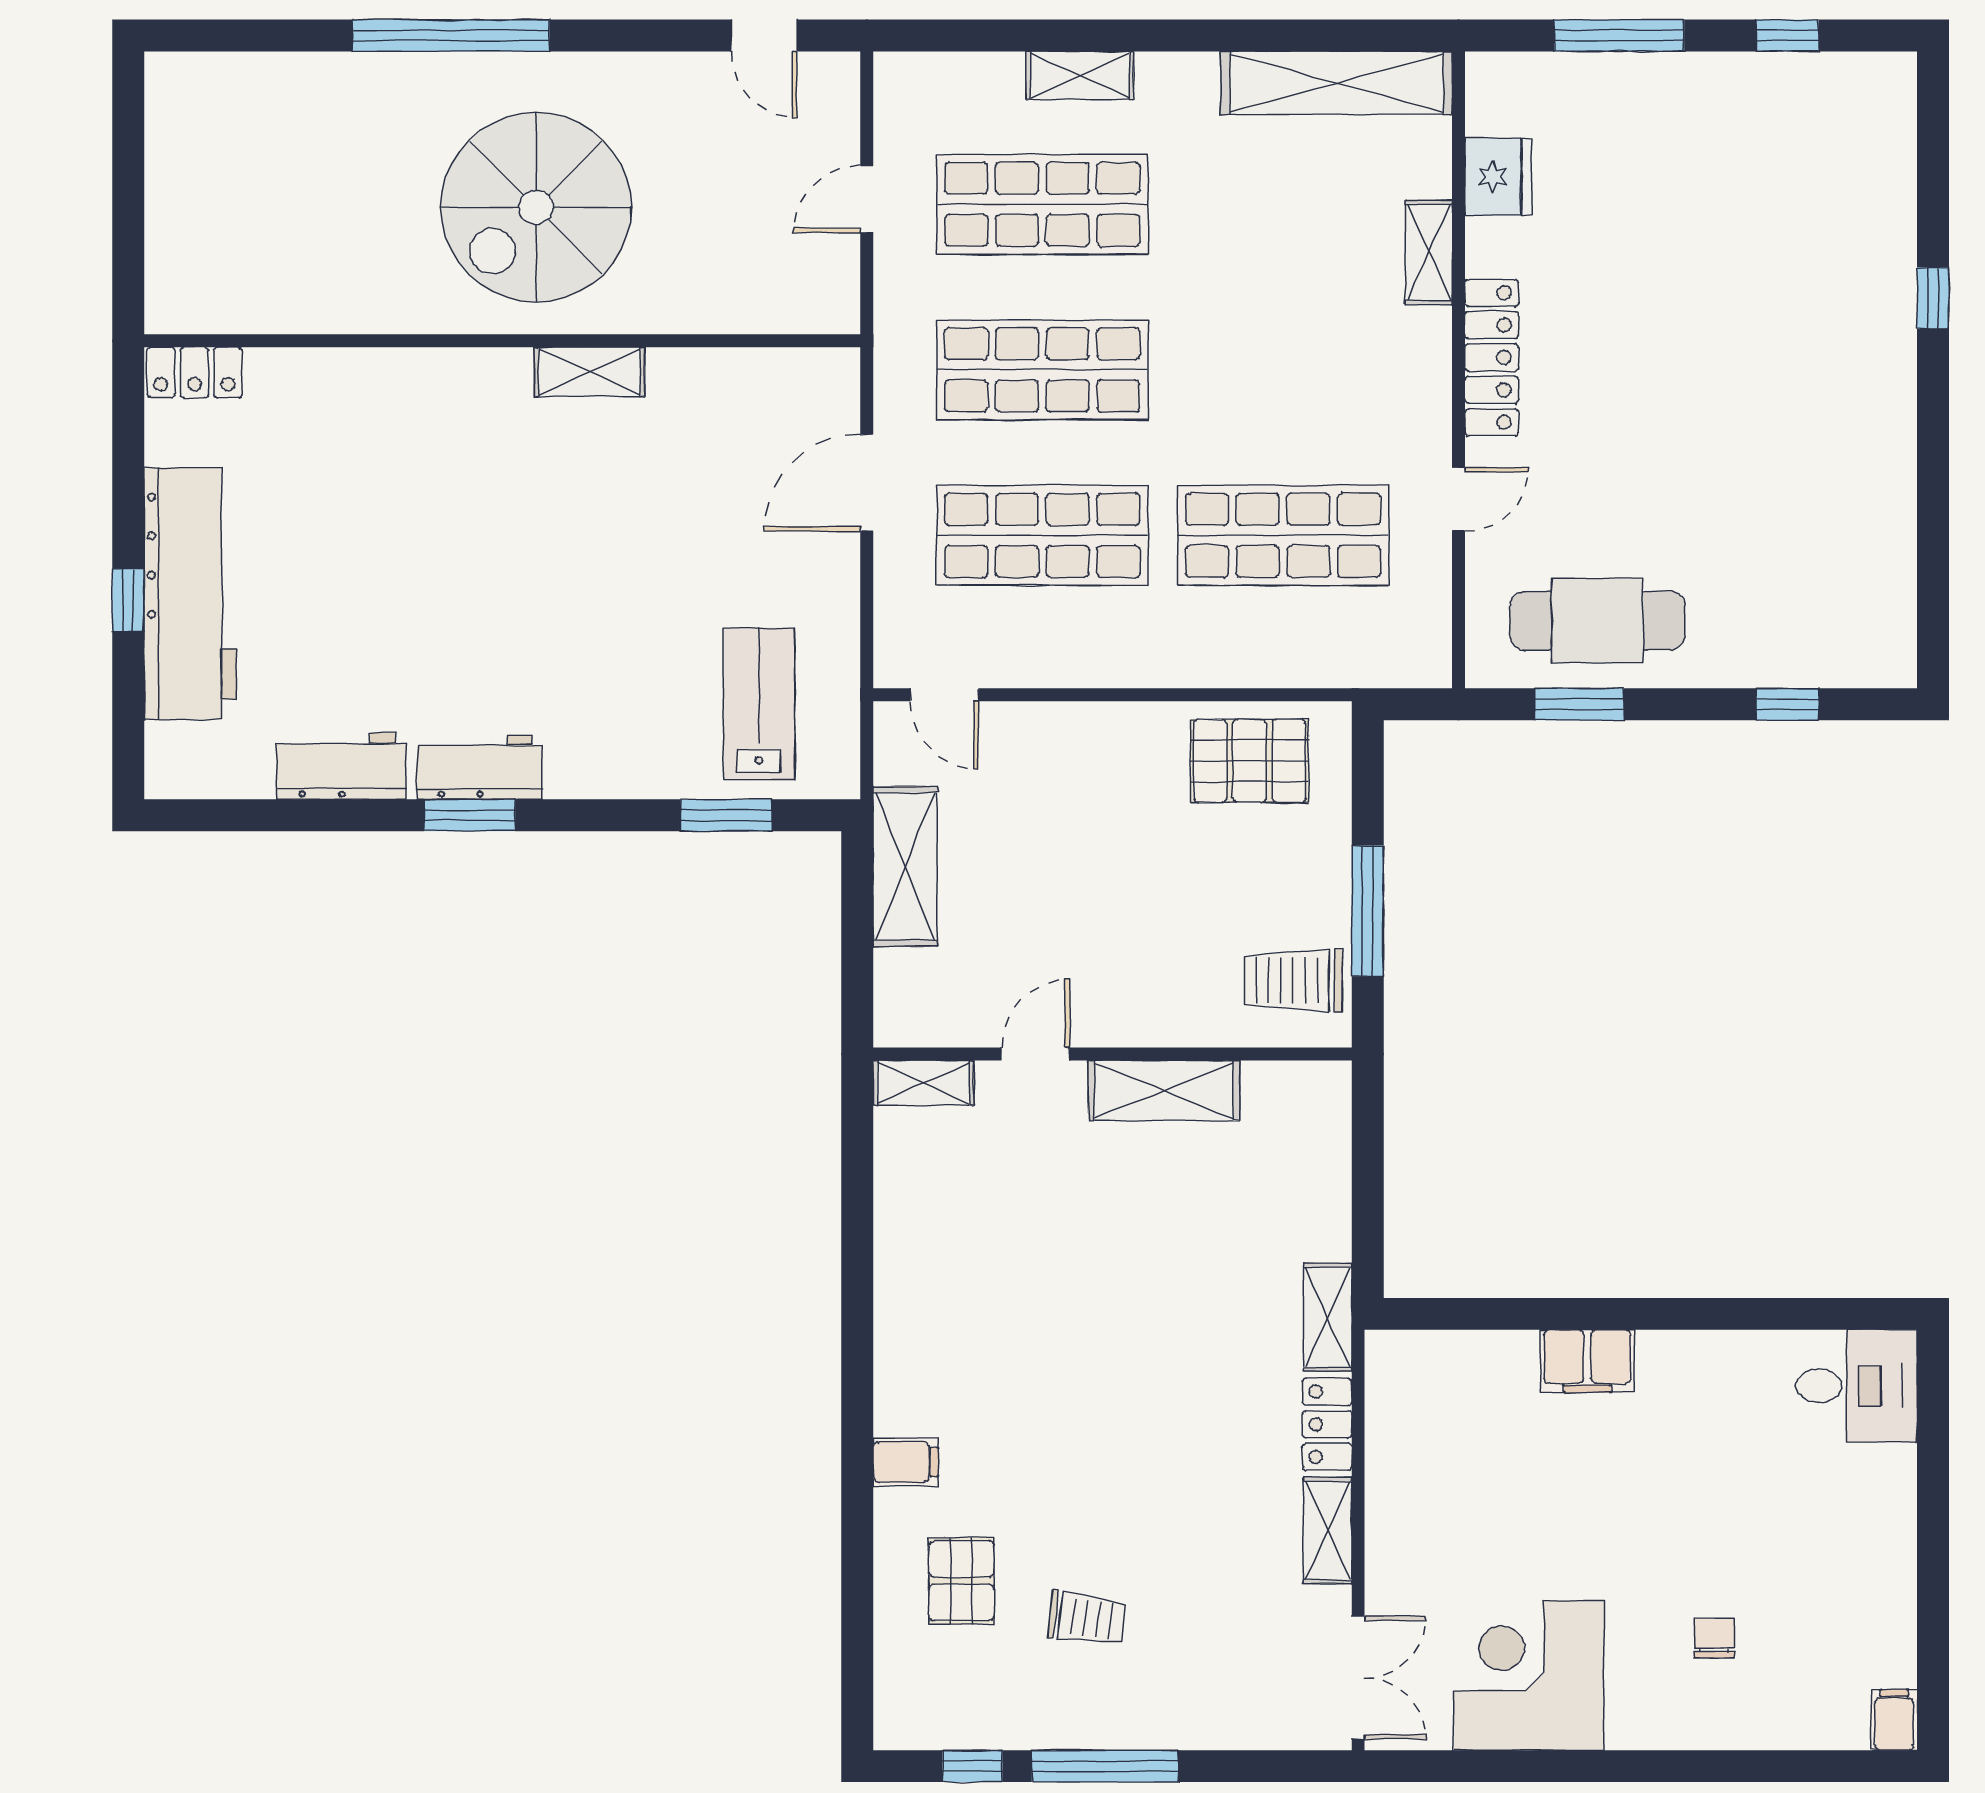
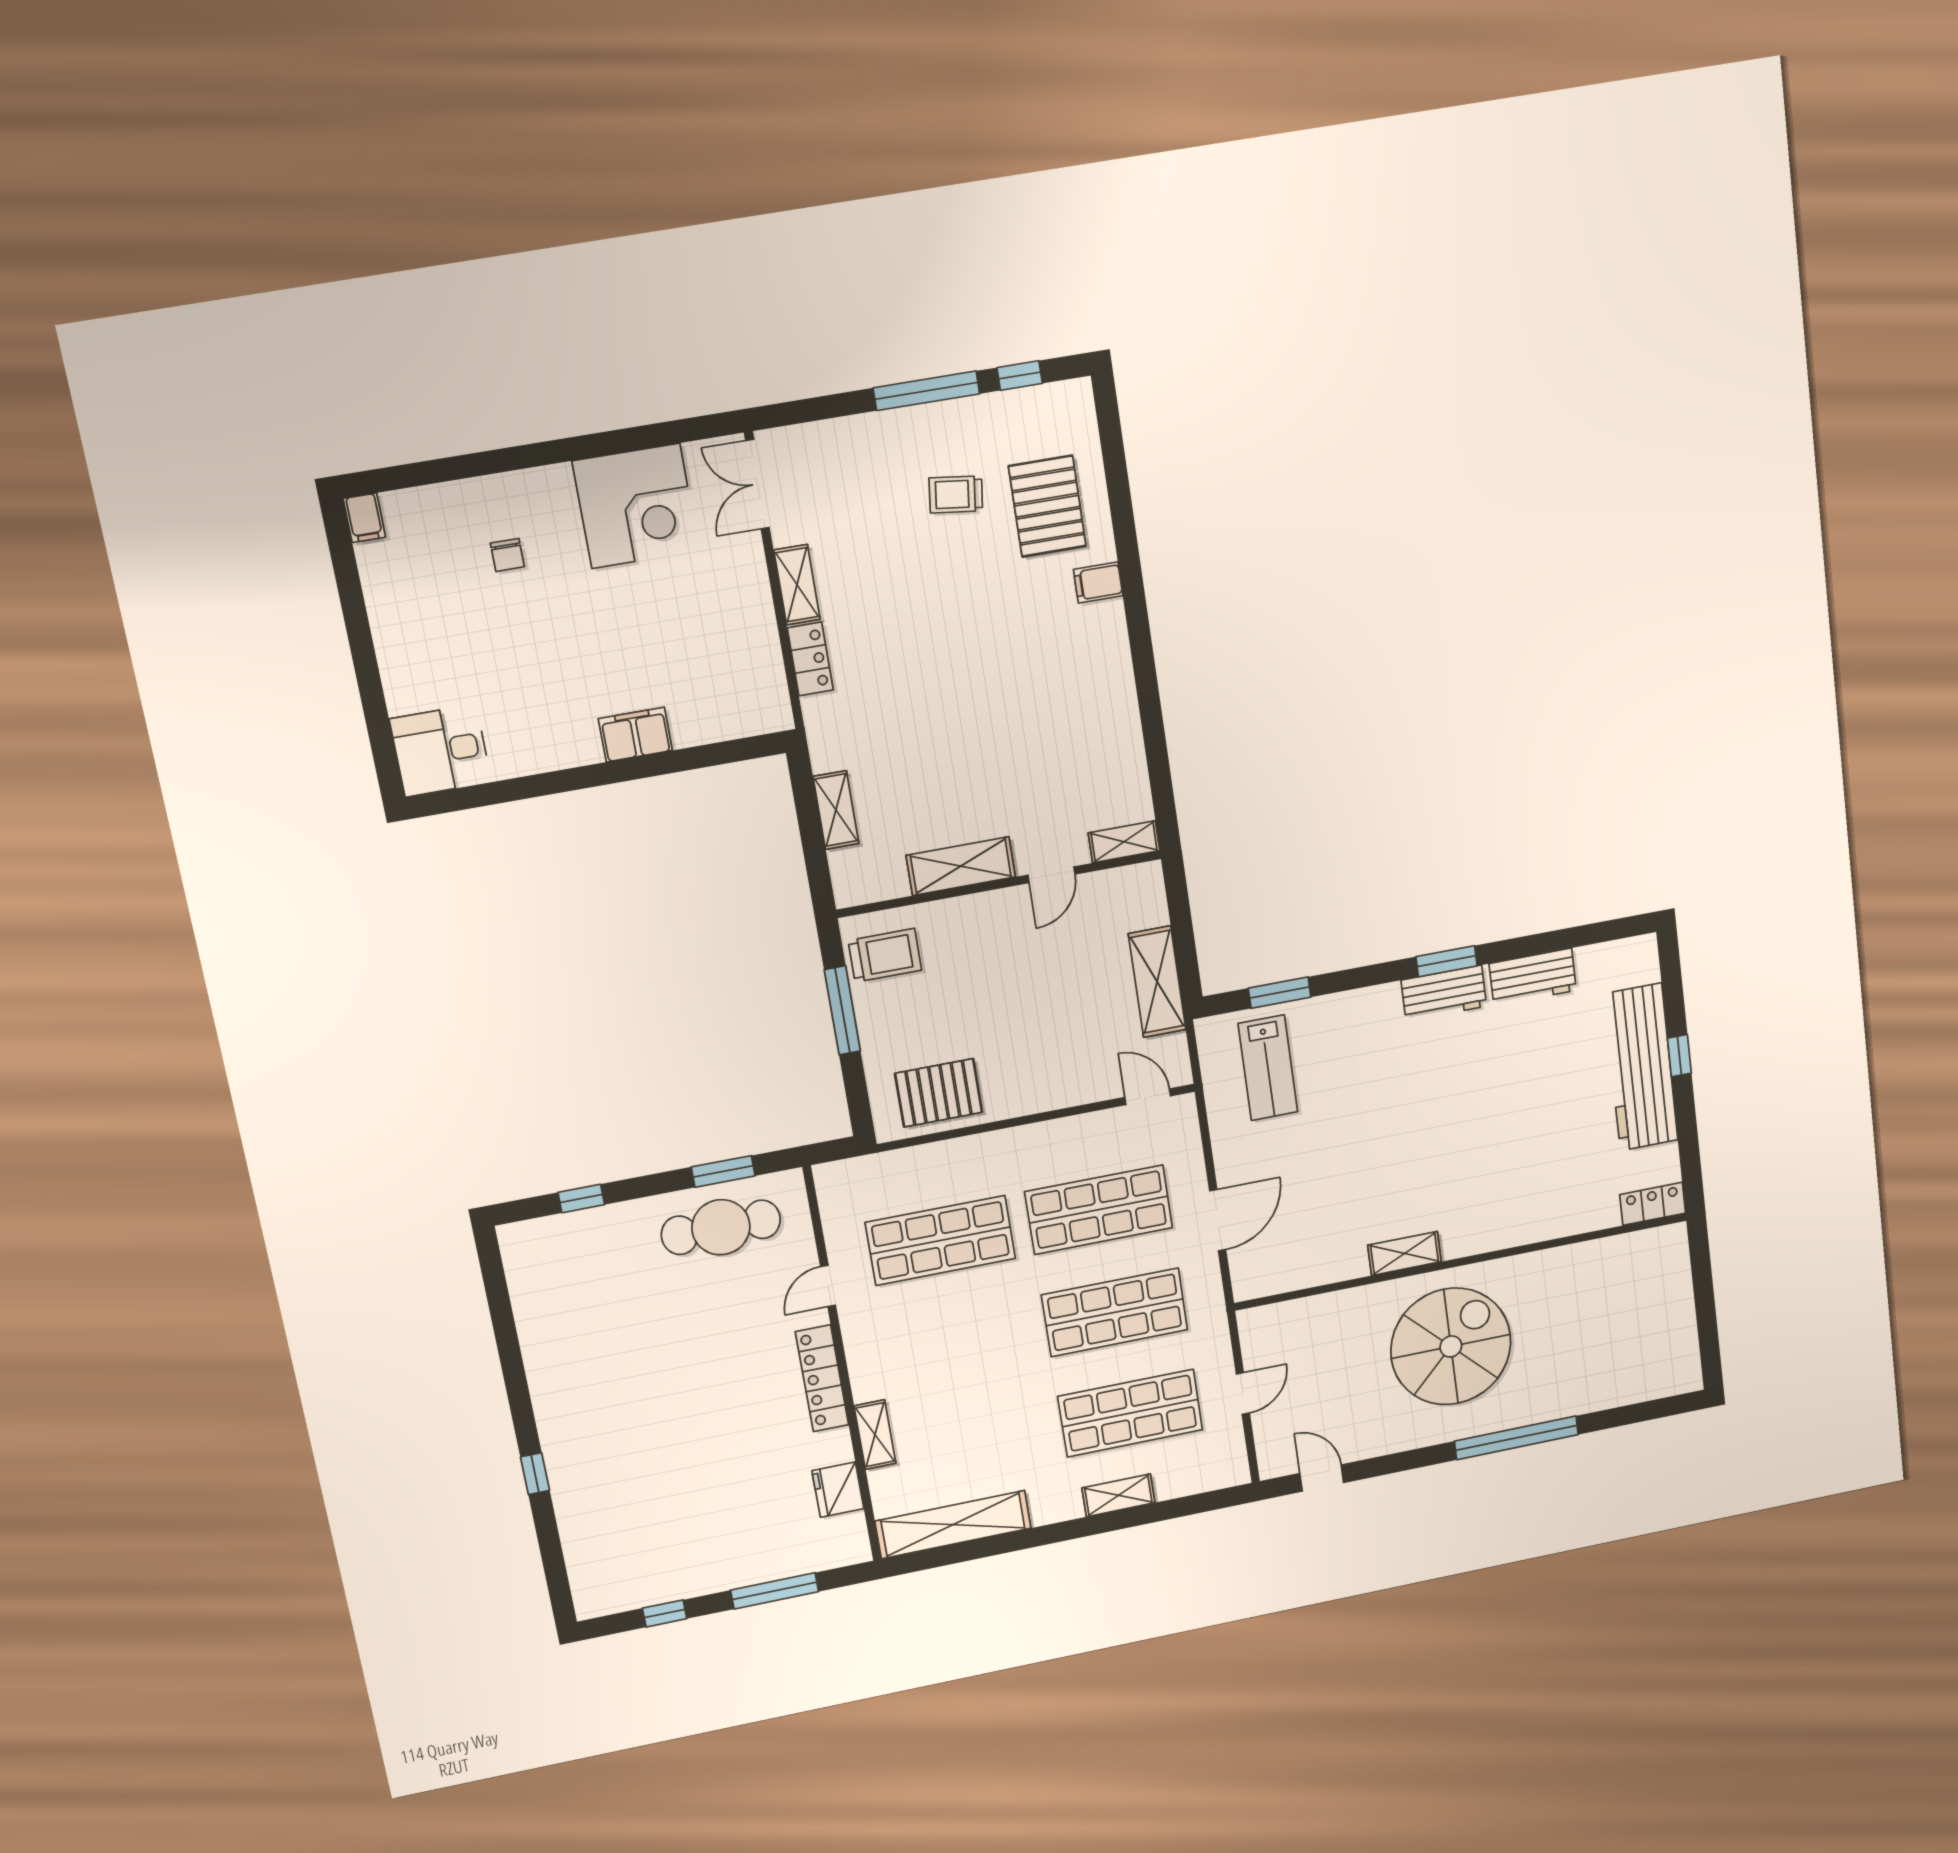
shelving: (1328, 1317) -> (836, 810), moved
pallet: (961, 1581) -> (1047, 506), width x1.50, depth x1.42

